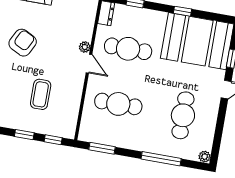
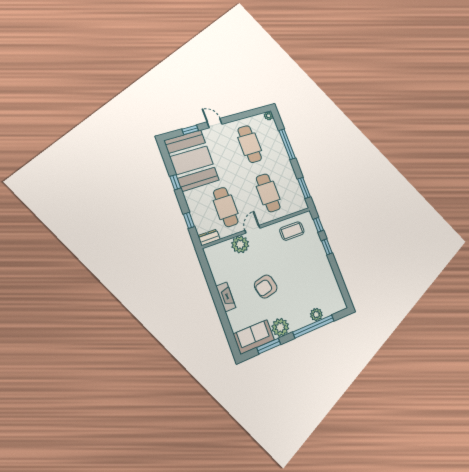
armchair: (23, 43) -> (266, 287), turned -40
plant: (85, 47) -> (240, 244), width x1.88, depth x1.88
coffee table: (41, 94) -> (292, 231), moved
cafe table: (183, 115) -> (250, 144), turned 90

